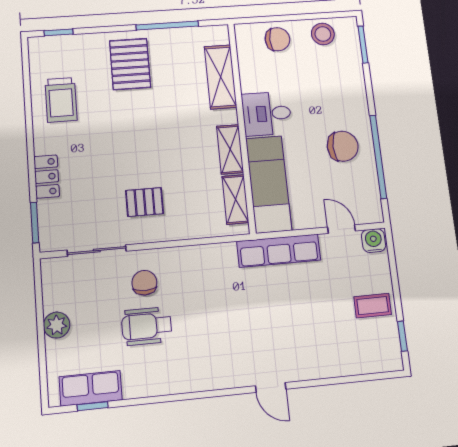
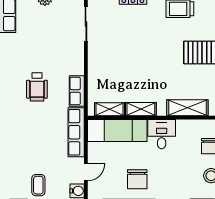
pallet: (145, 202) -> (113, 54), removed
row of seats: (210, 256) -> (77, 91), added
chair: (144, 283) -> (65, 51), removed
wheelchair: (147, 326) -> (37, 87), moved, turned 180

